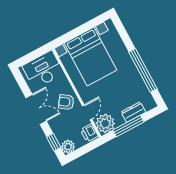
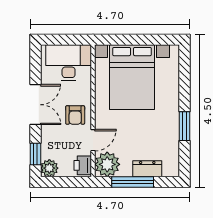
window: (143, 70) -> (185, 126), width x0.47
armchair: (66, 102) -> (75, 115), turned -125

